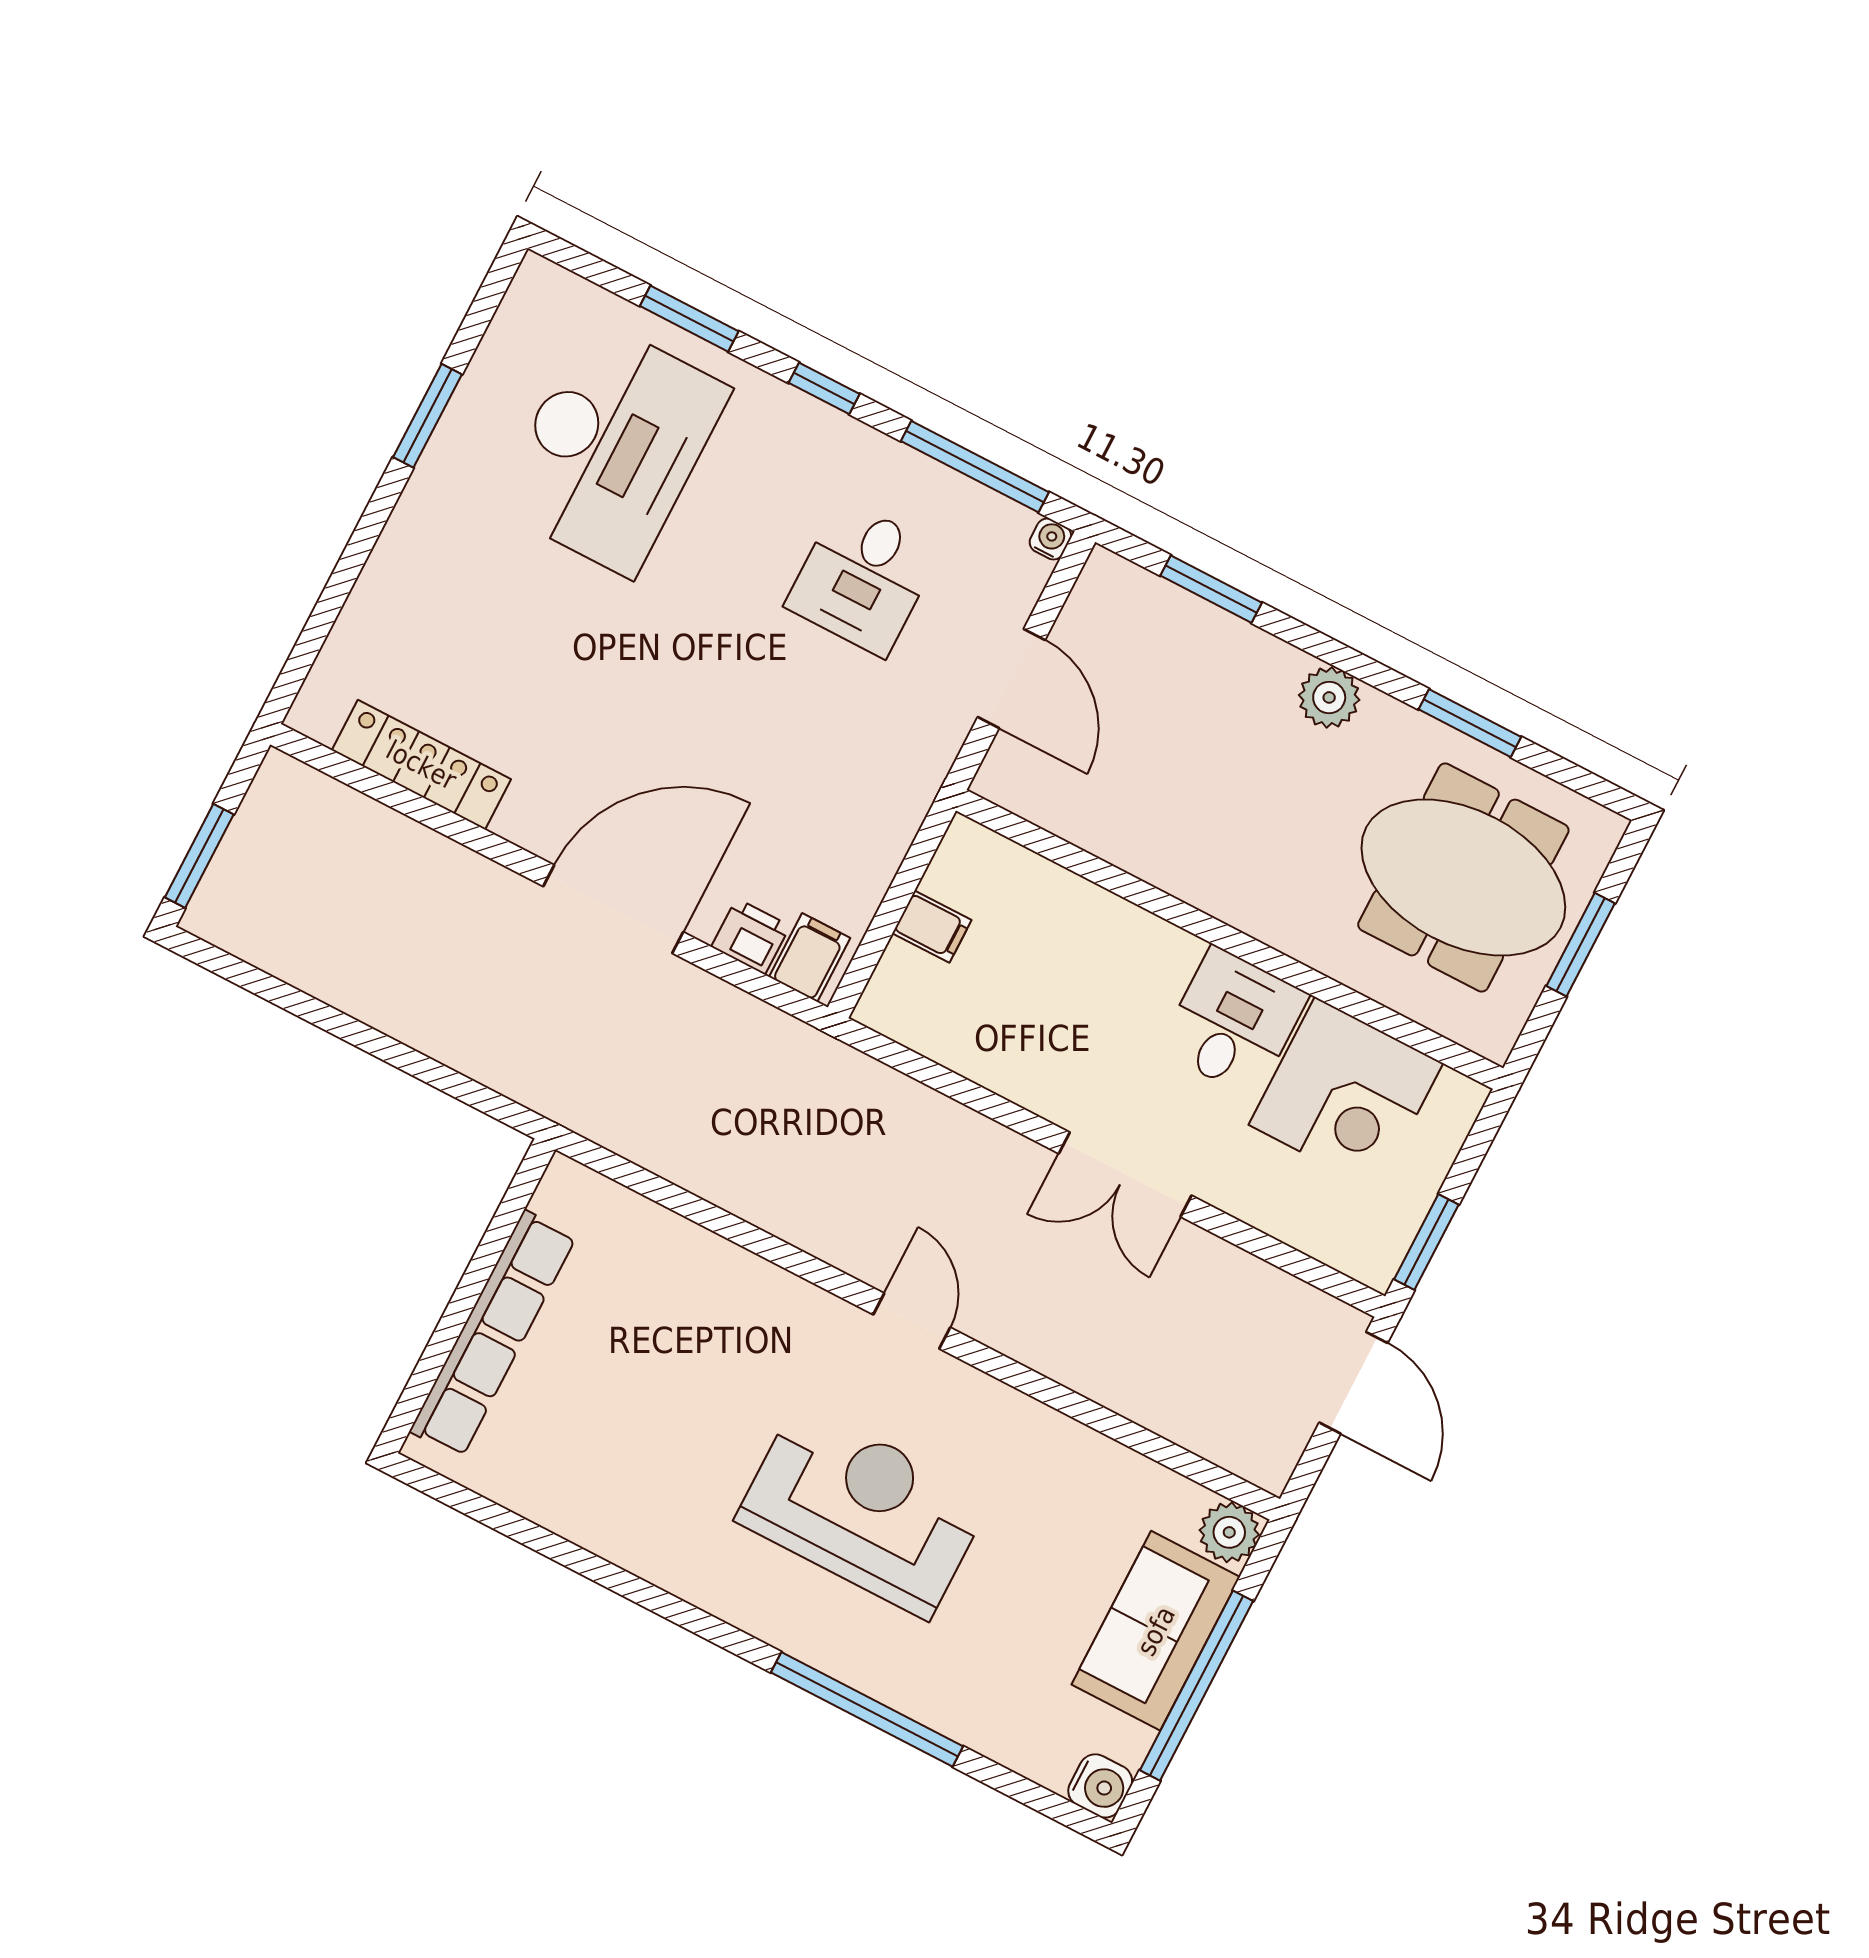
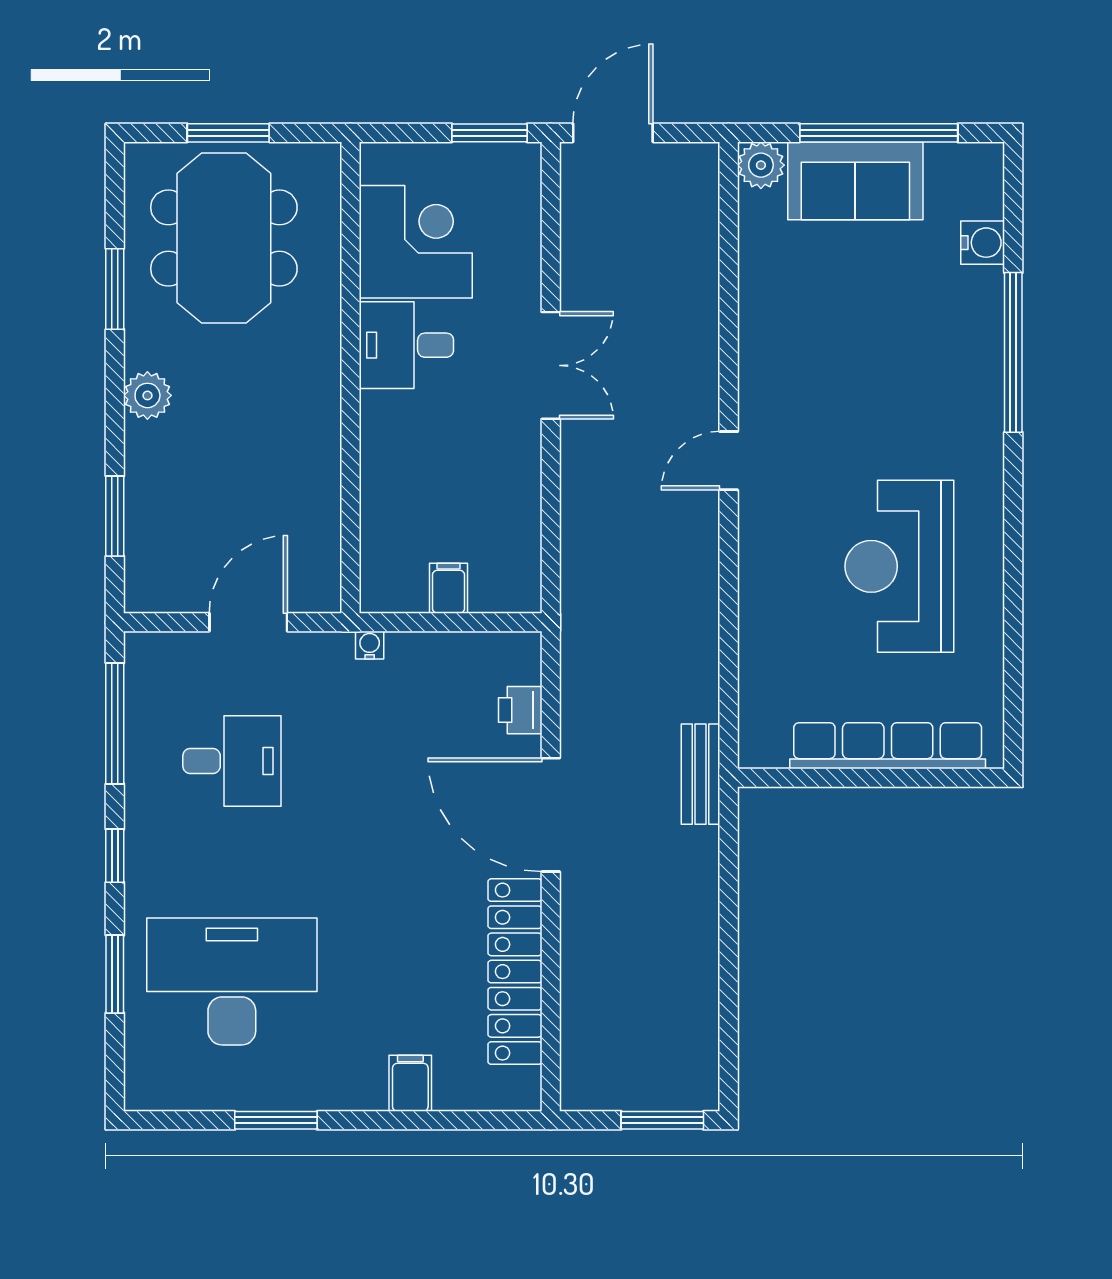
water cooler: (1050, 539) -> (370, 645), moved, turned 90
locker: (421, 765) -> (515, 972), width x1.41, depth x1.21
filing cabinet: (810, 957) -> (410, 1083), moved, turned 90
bench: (571, 1104) -> (701, 774), added
reception desk: (863, 1510) -> (899, 566), moved
water cooler: (1100, 1786) -> (983, 243), moved, turned 90

